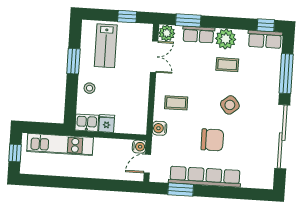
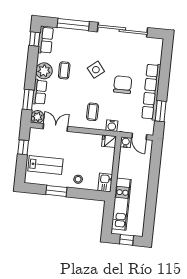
fridge: (107, 123) -> (109, 141), moved

